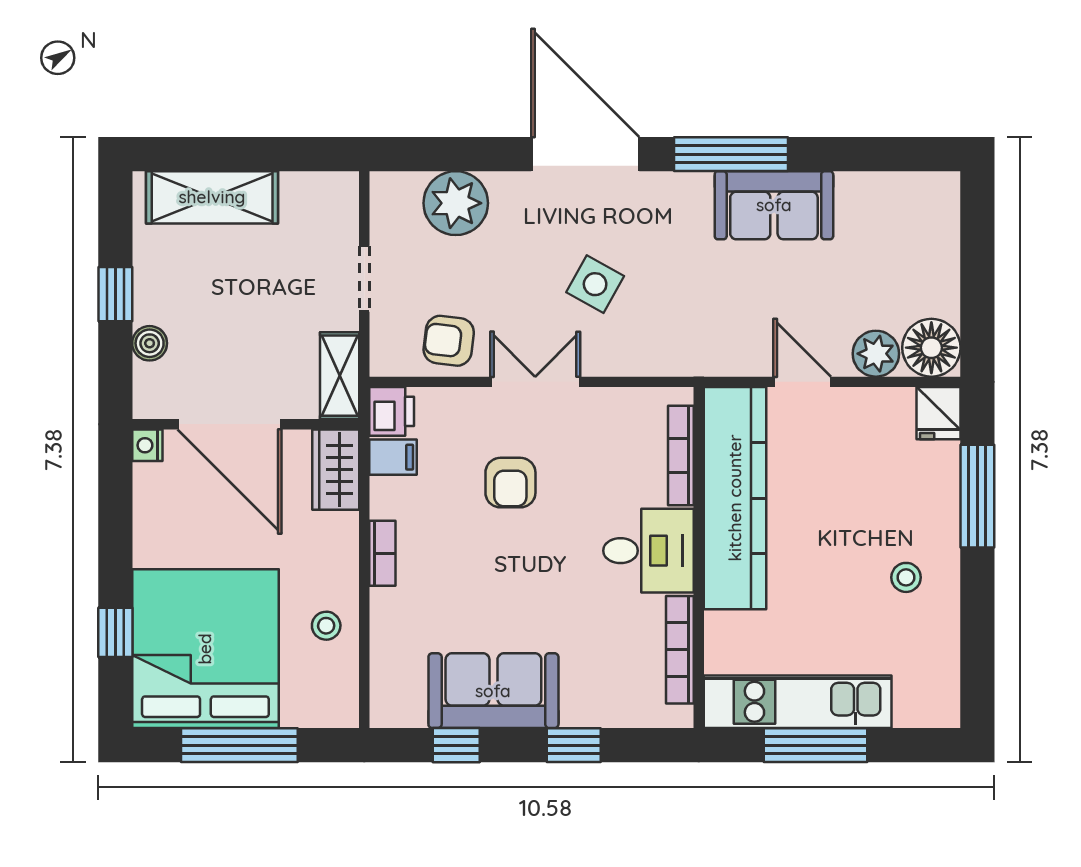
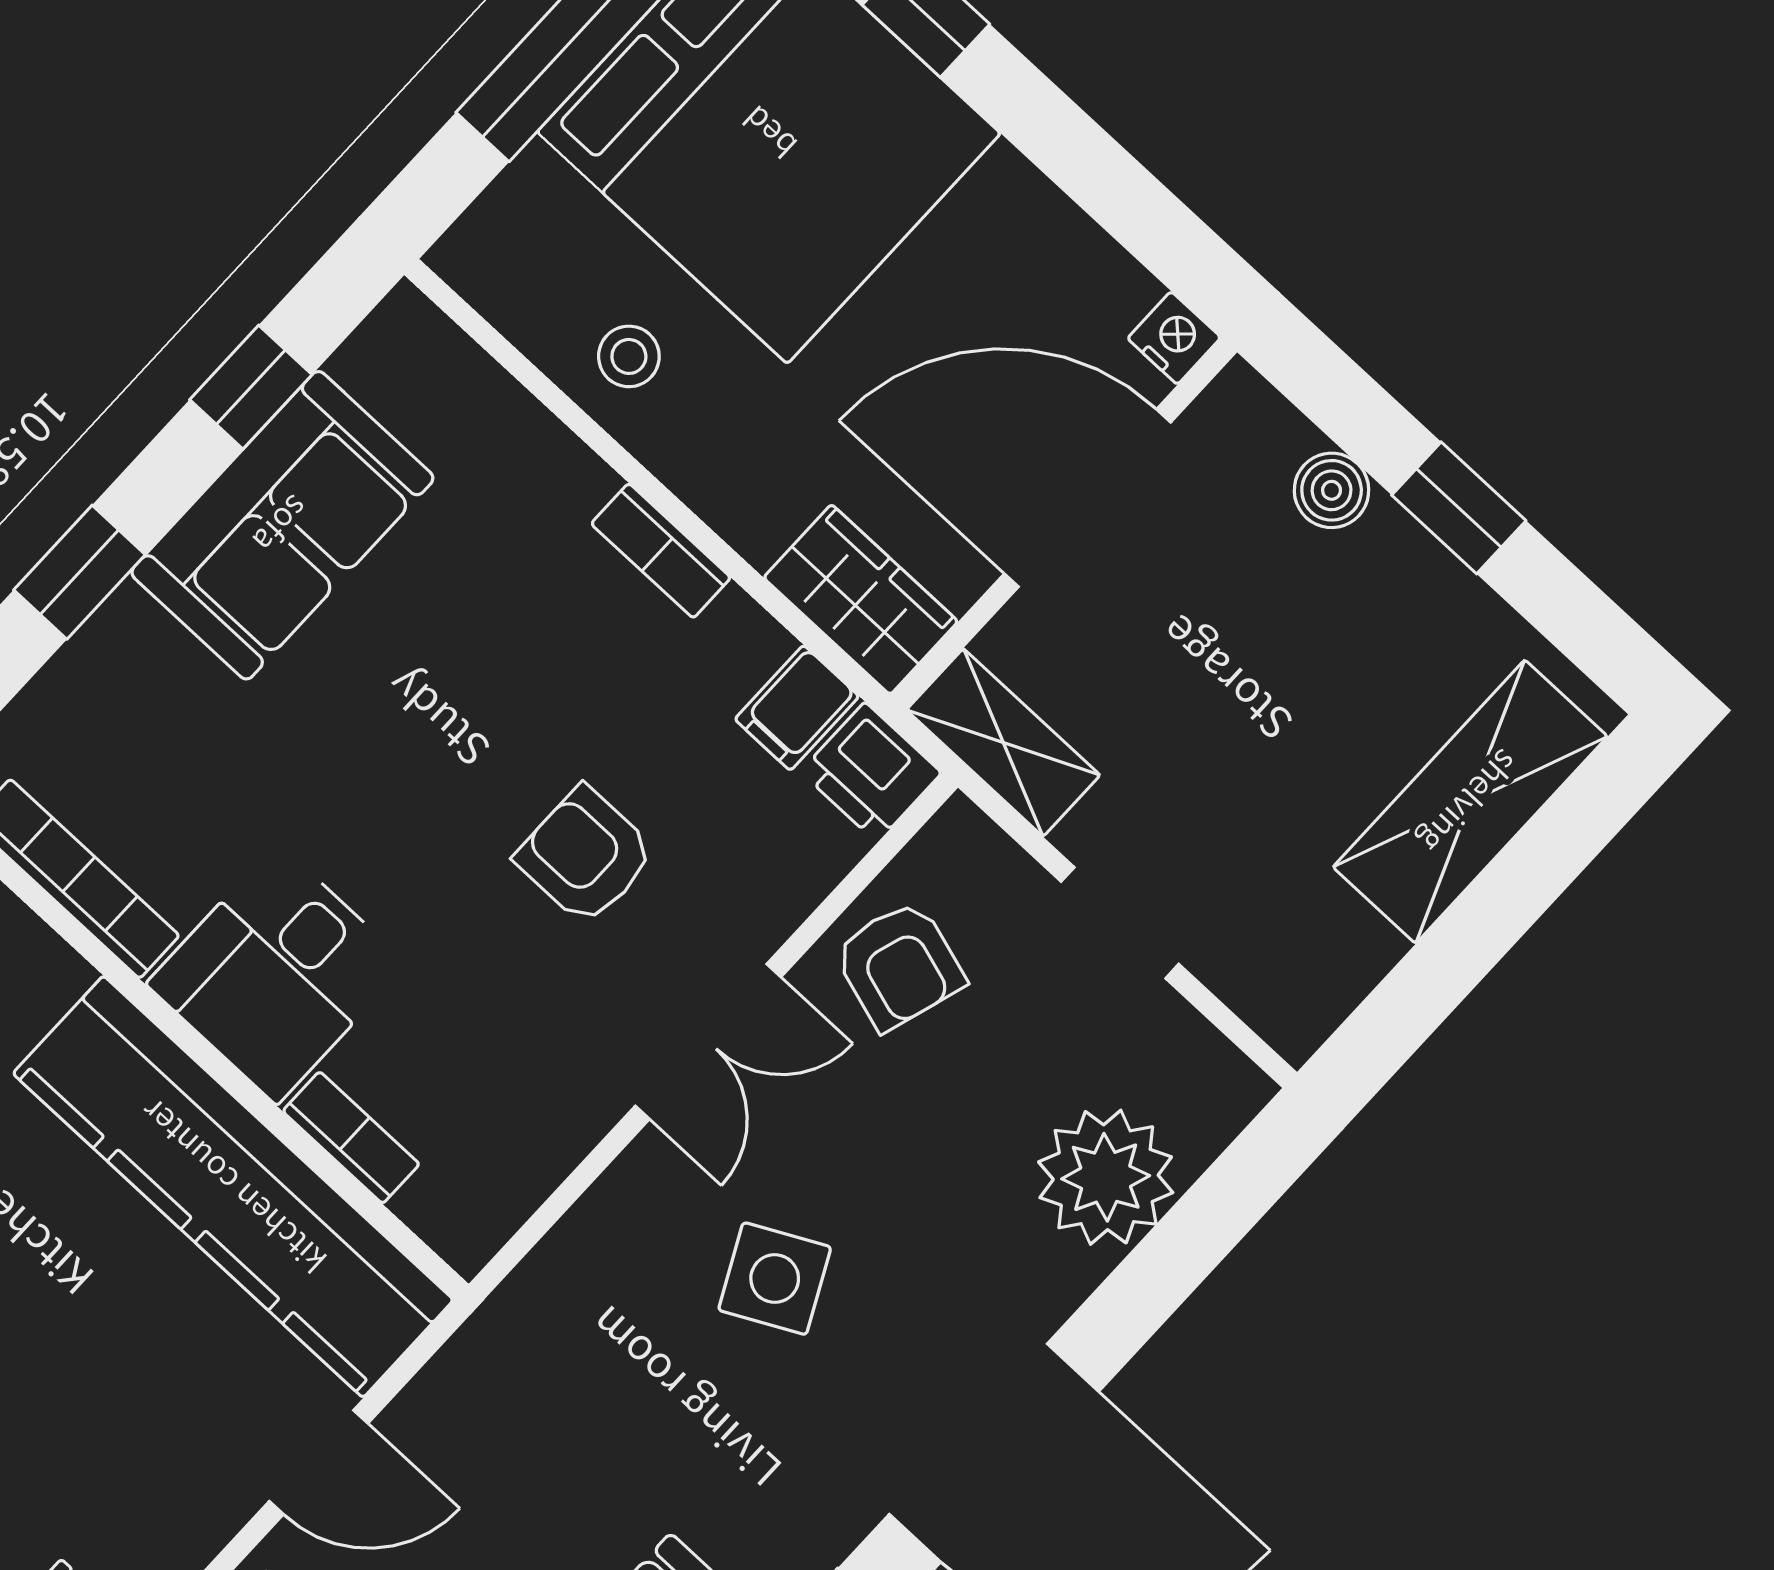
side table: (595, 284) -> (775, 1279), turned 34
armchair: (449, 341) -> (899, 965), turned 100
bookcase: (681, 456) -> (351, 1138), width x0.64

